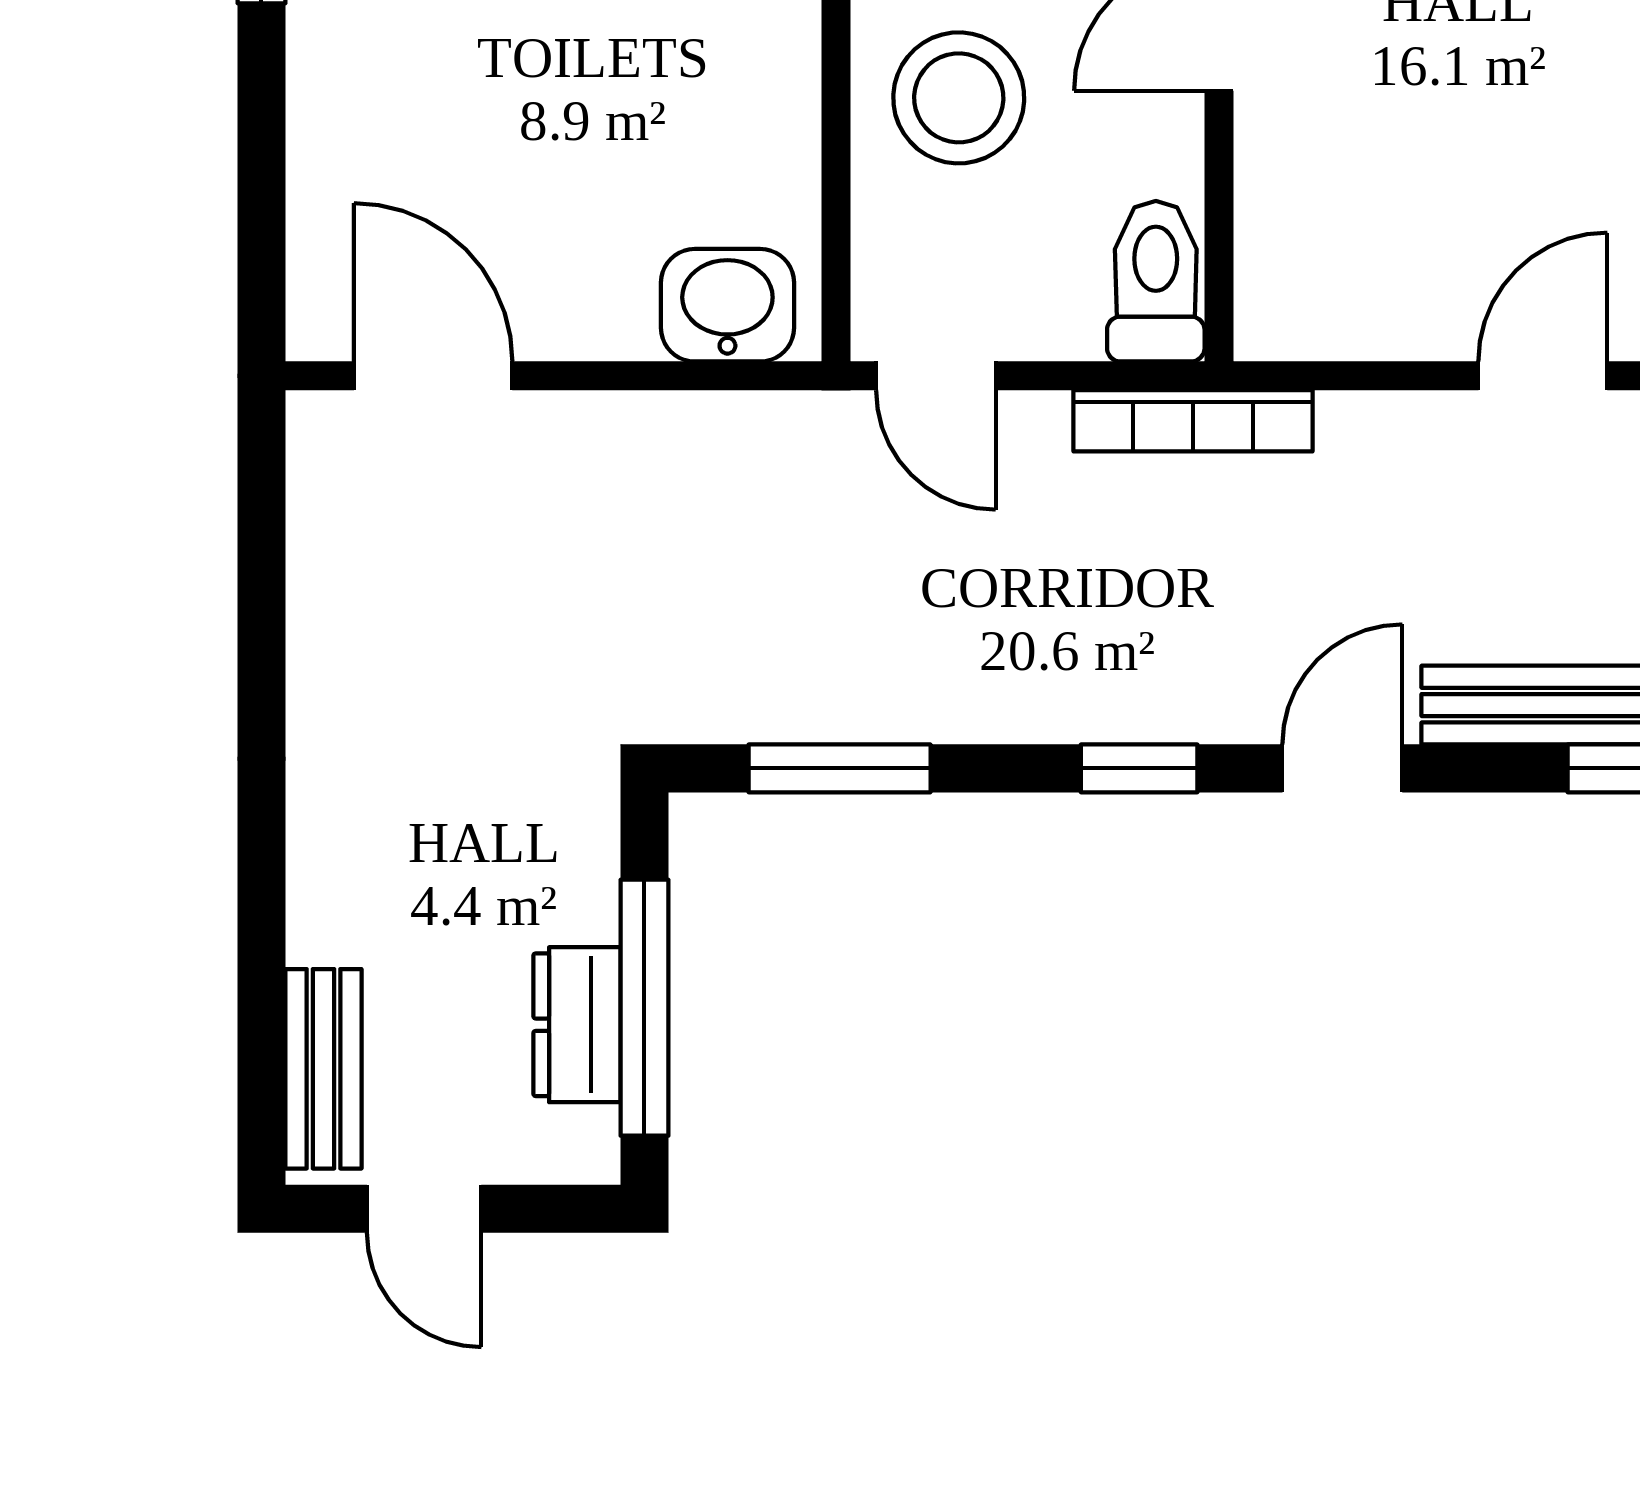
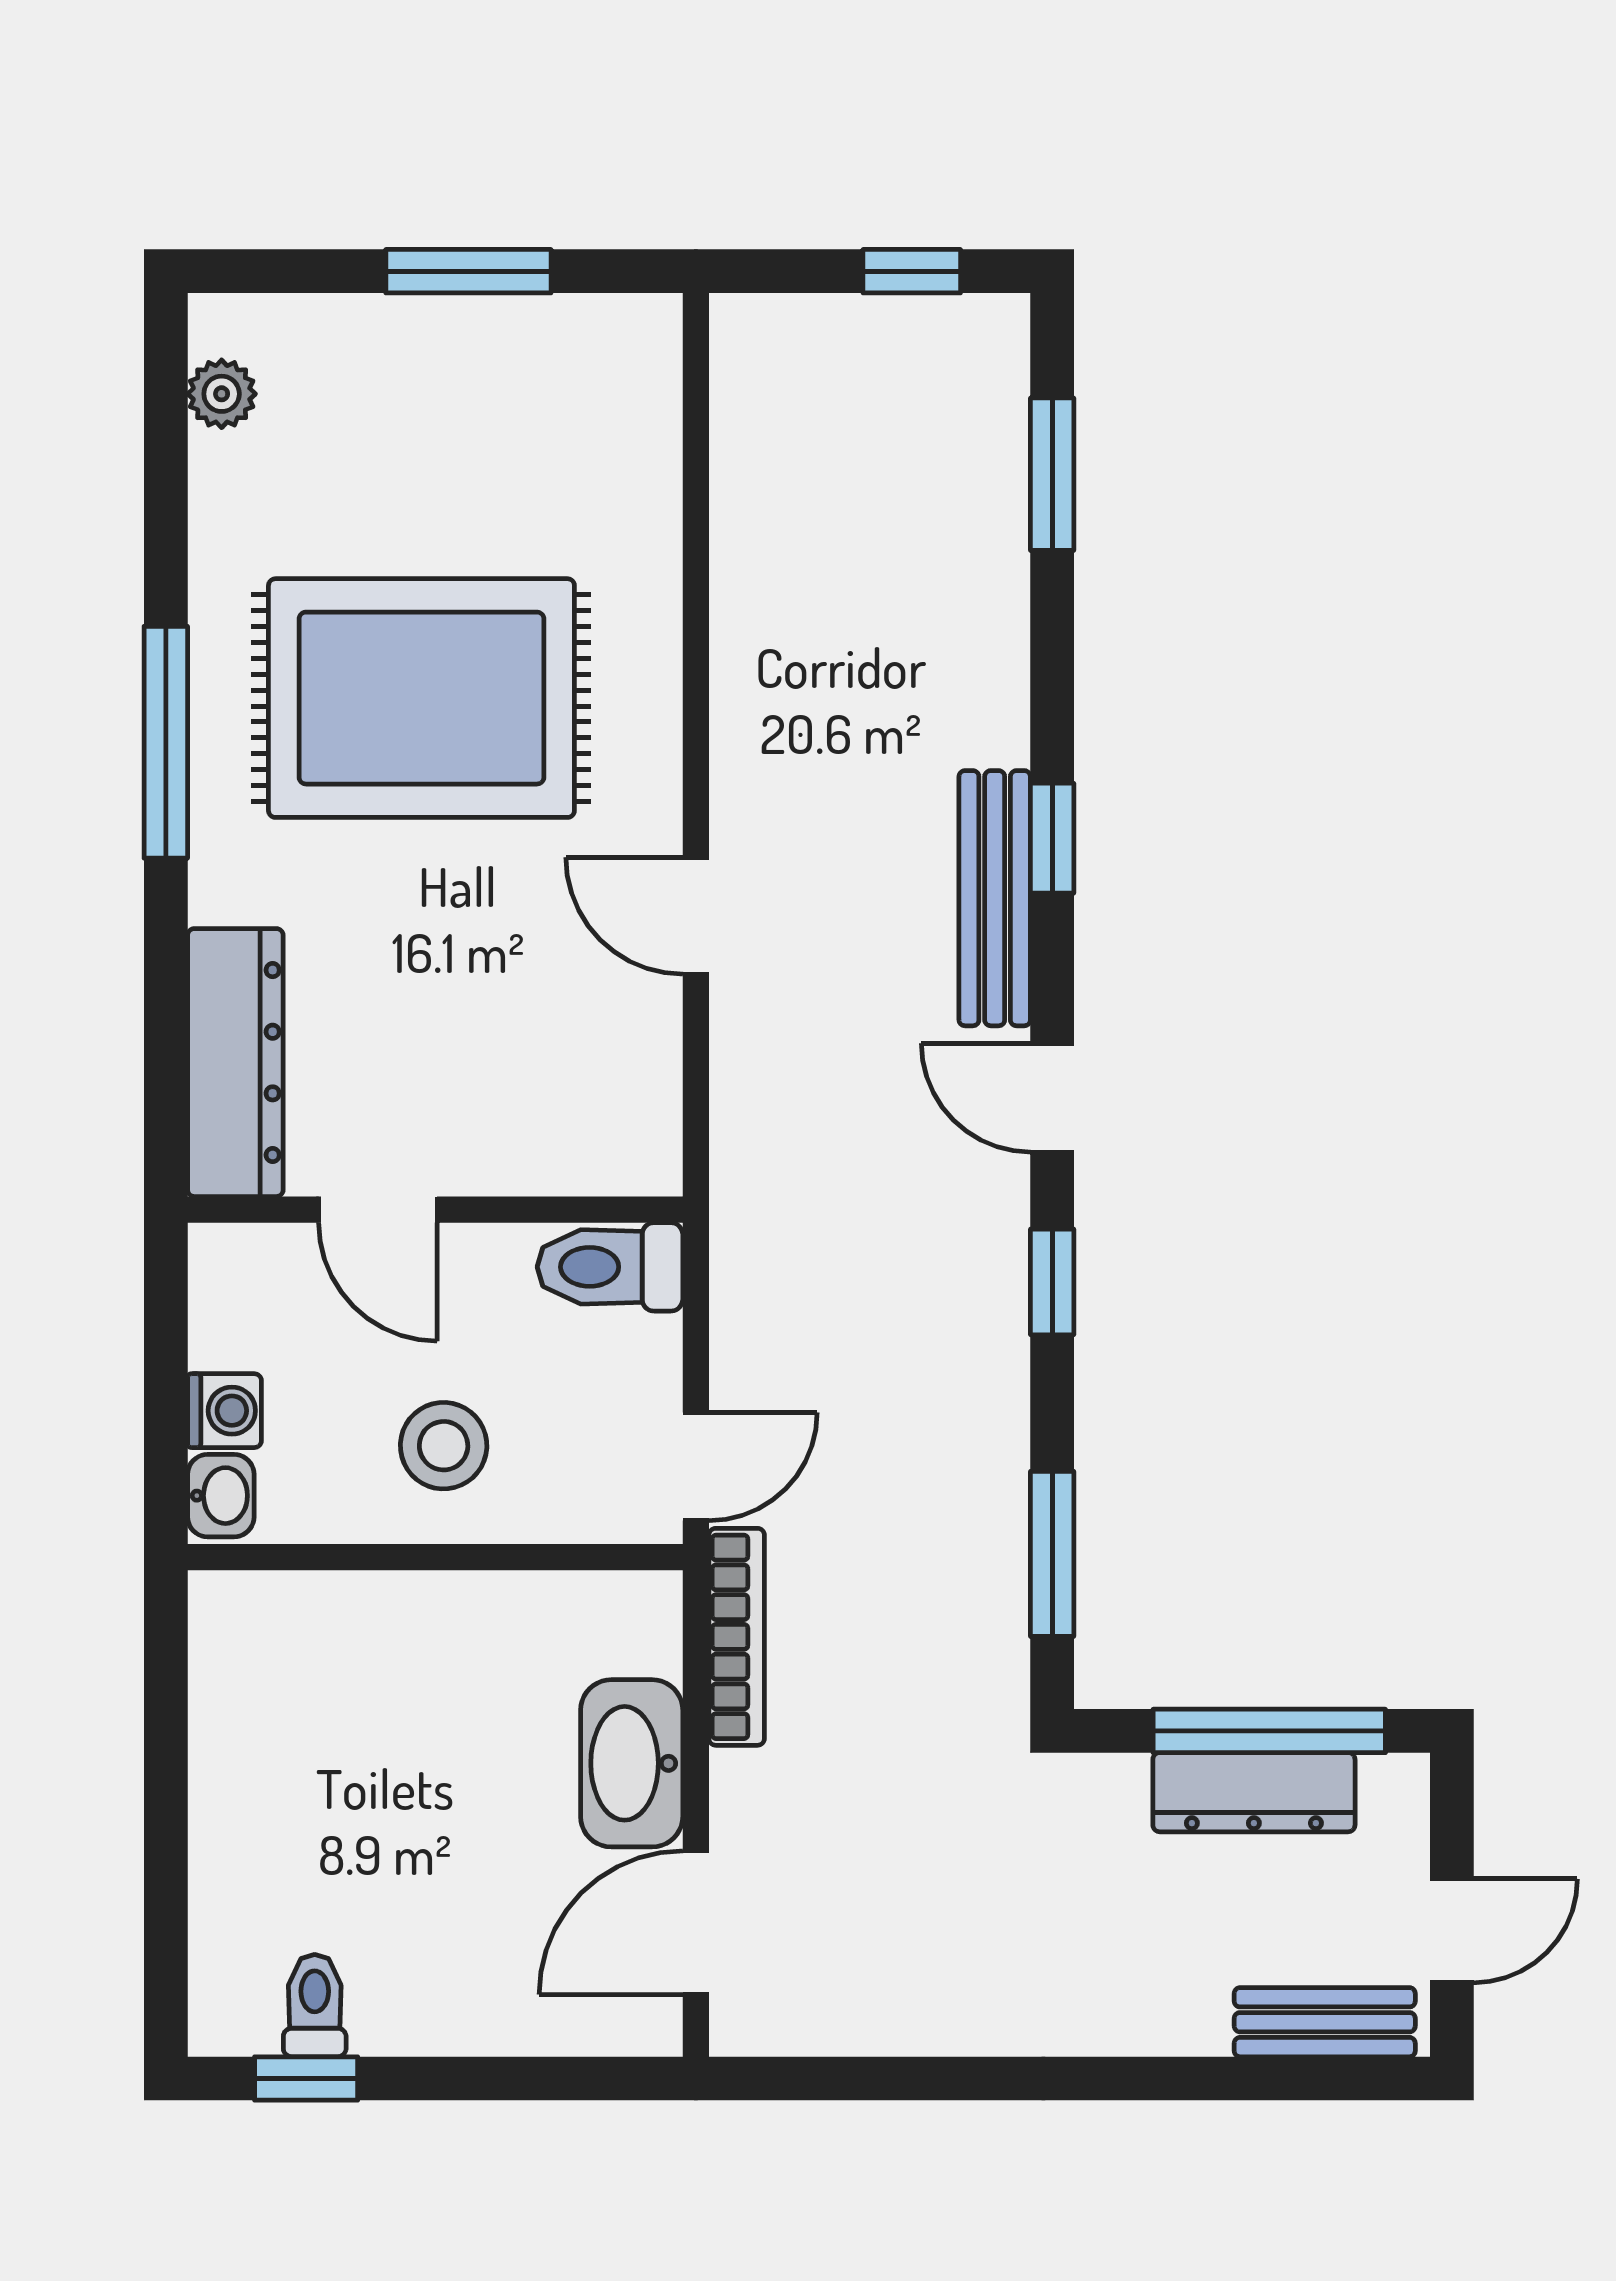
stool: (959, 98) -> (444, 1446), width x0.73, depth x0.73
washbasin: (727, 305) -> (632, 1763), moved, width x1.38
bookcase: (1193, 421) -> (737, 1637), moved
dresser: (577, 1025) -> (1254, 1792), width x1.44

